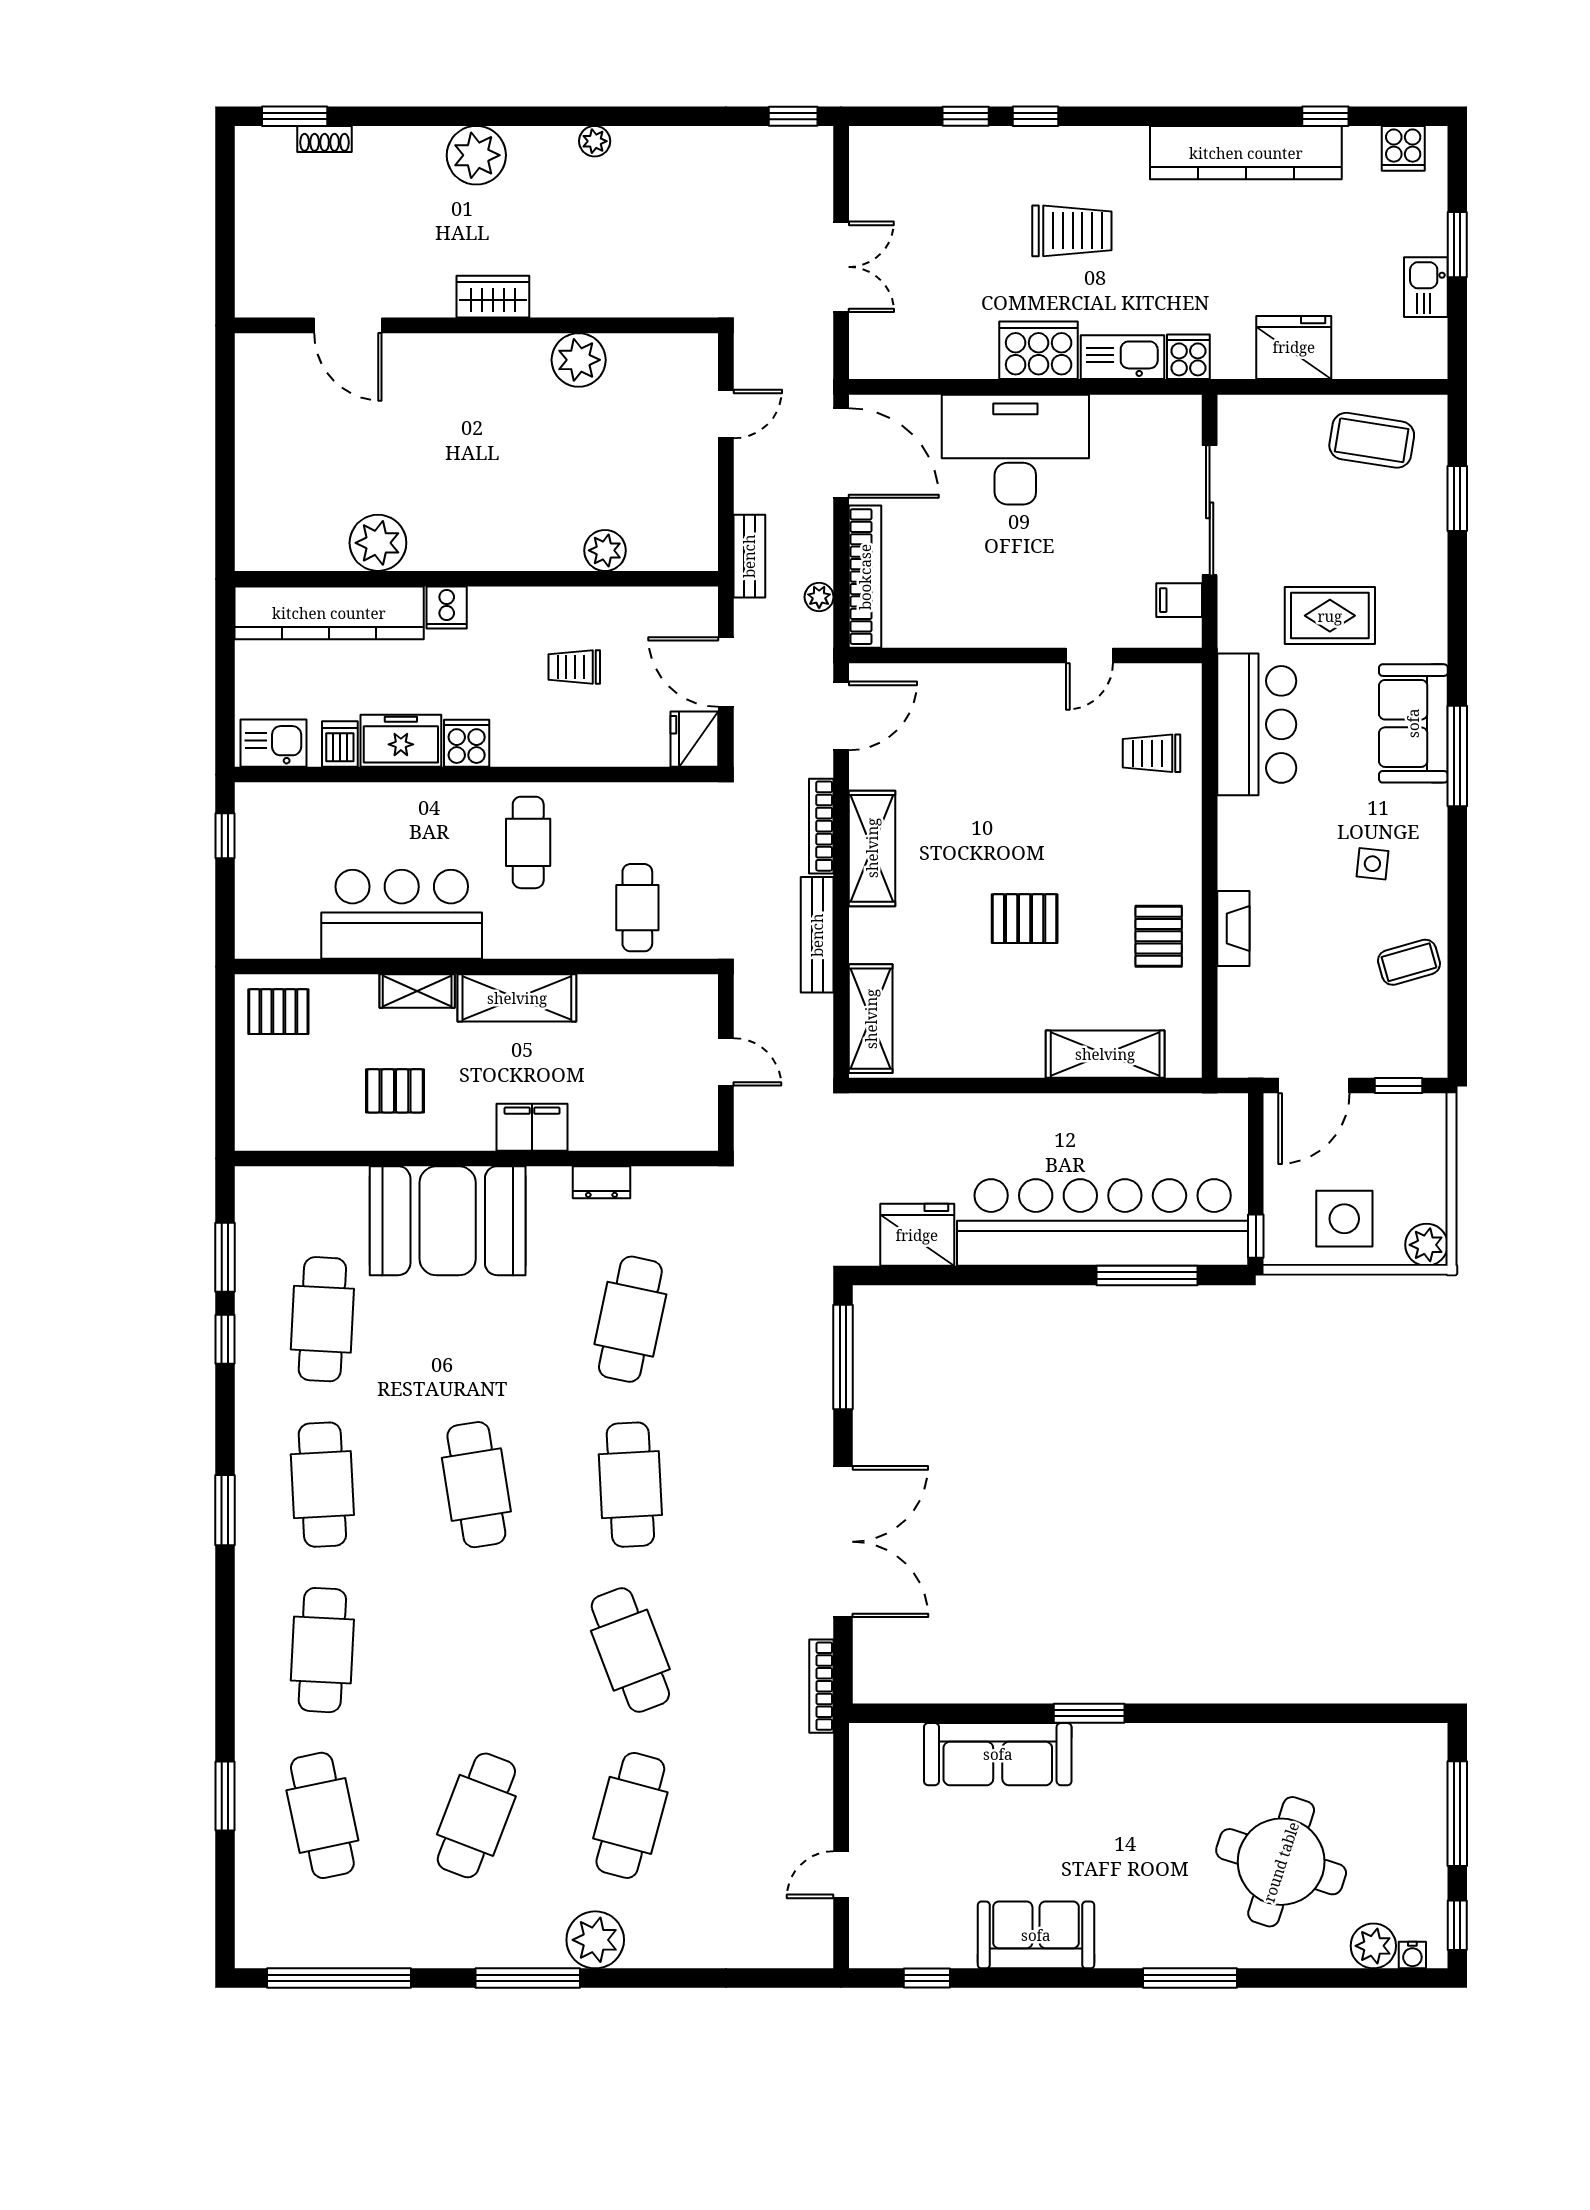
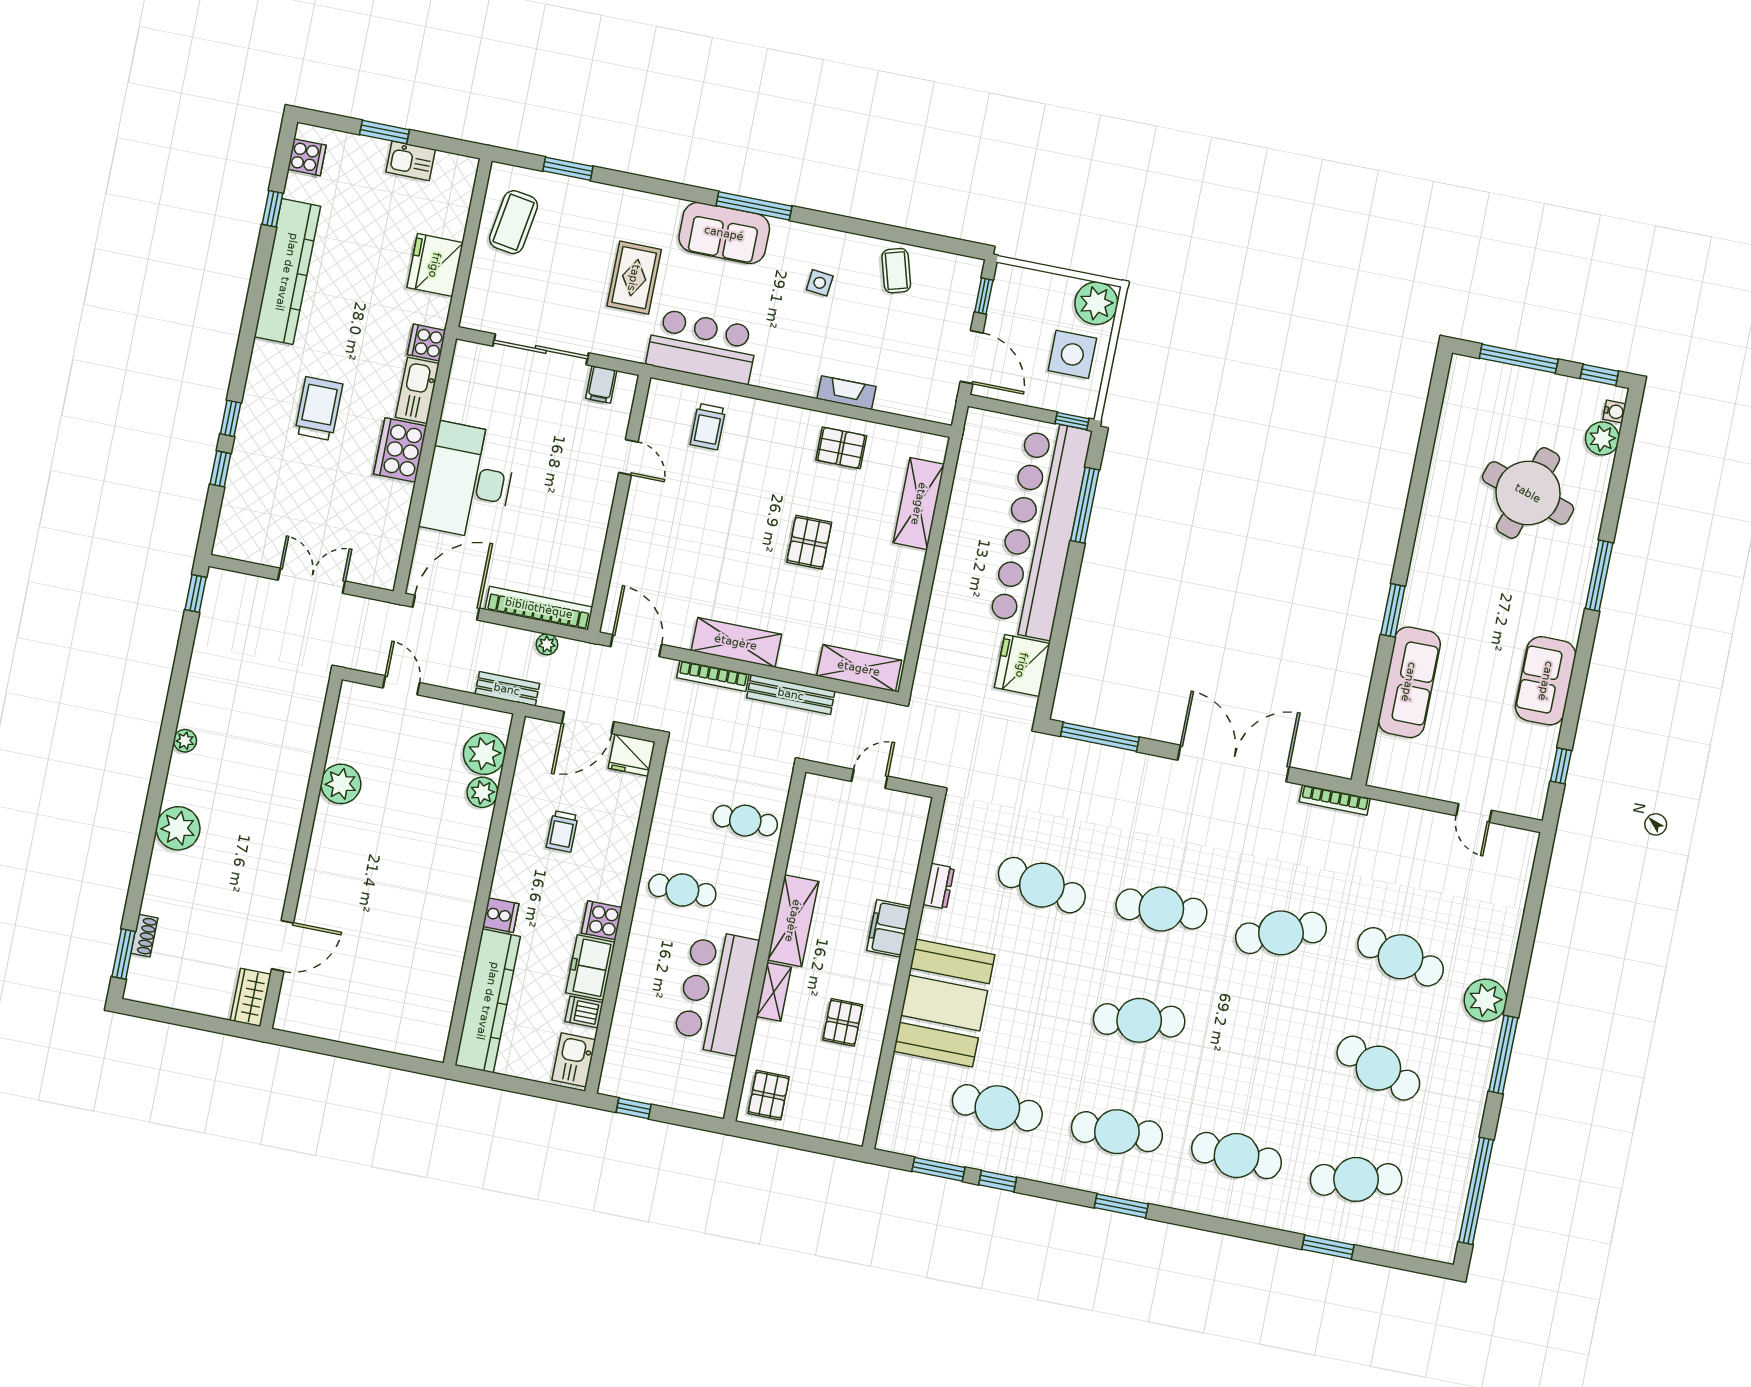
wardrobe: (493, 297) -> (251, 997), moved
plant: (378, 543) -> (484, 754), moved
plant: (1426, 1245) -> (1096, 303), width x1.36, depth x1.36

